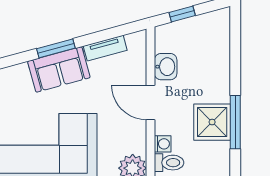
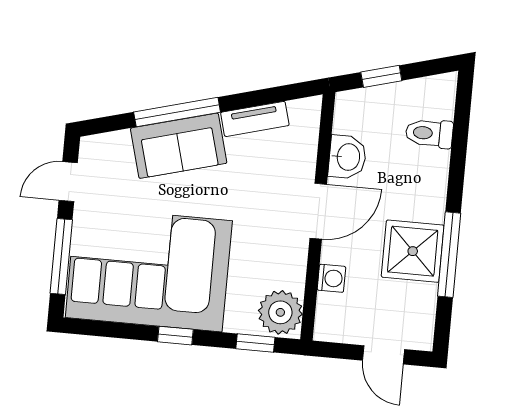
window: (56, 48) -> (177, 112), width x1.44
door: (150, 102) -> (318, 211), swing flipped
toilet: (169, 163) -> (429, 133), moved, turned 180

